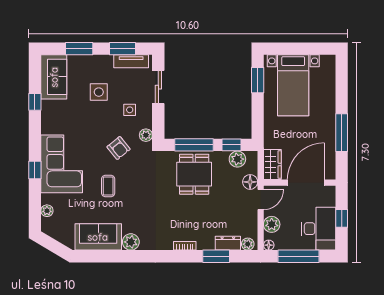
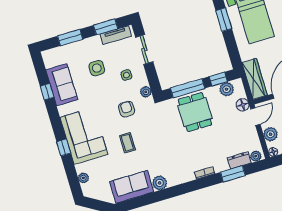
sofa: (54, 77) -> (62, 85), moved
armchair: (119, 148) -> (127, 109), turned -141
wardrobe: (272, 164) -> (255, 79), width x1.50

